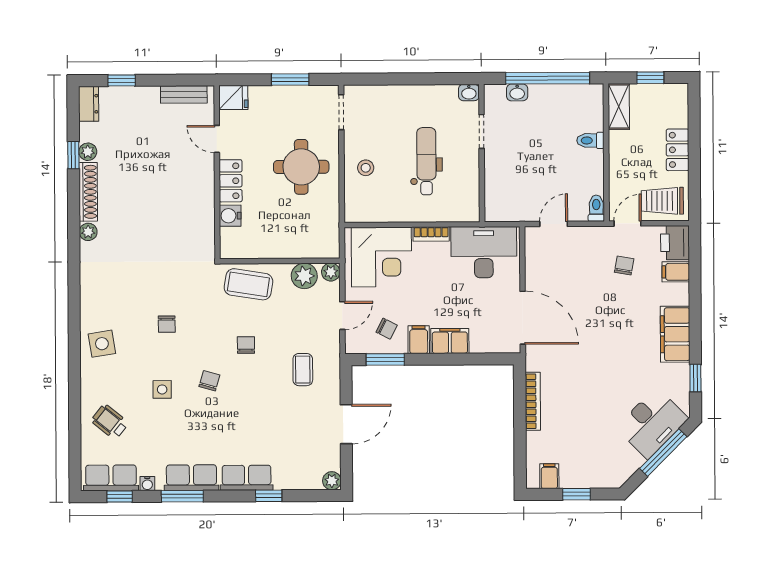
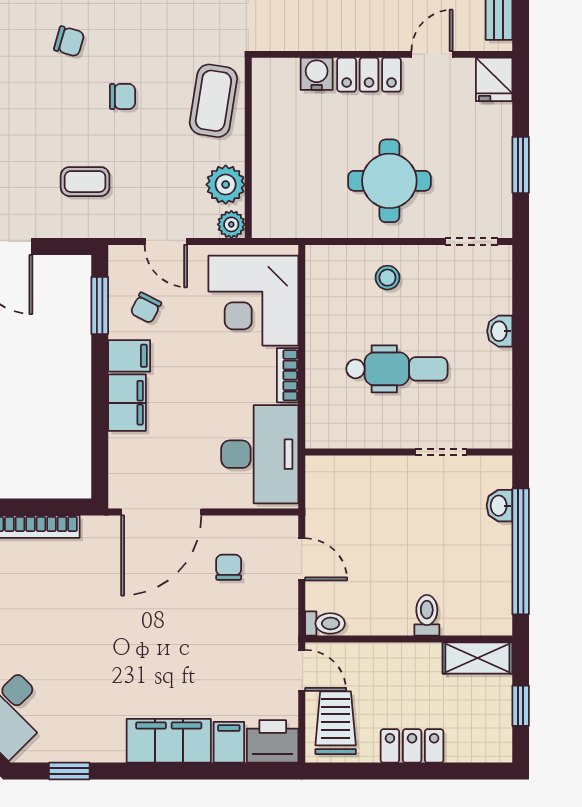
washbasin: (469, 92) -> (500, 331), moved
chair: (624, 265) -> (229, 567), moved, turned -100
filing cabinet: (675, 334) -> (169, 741), moved

